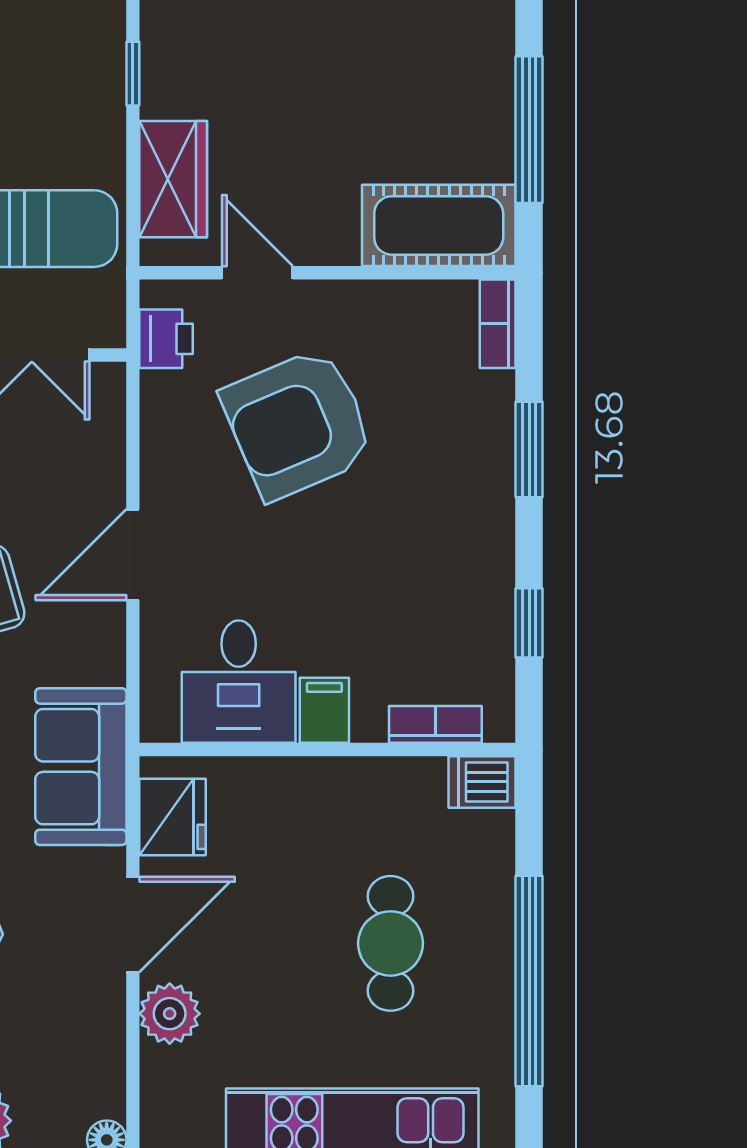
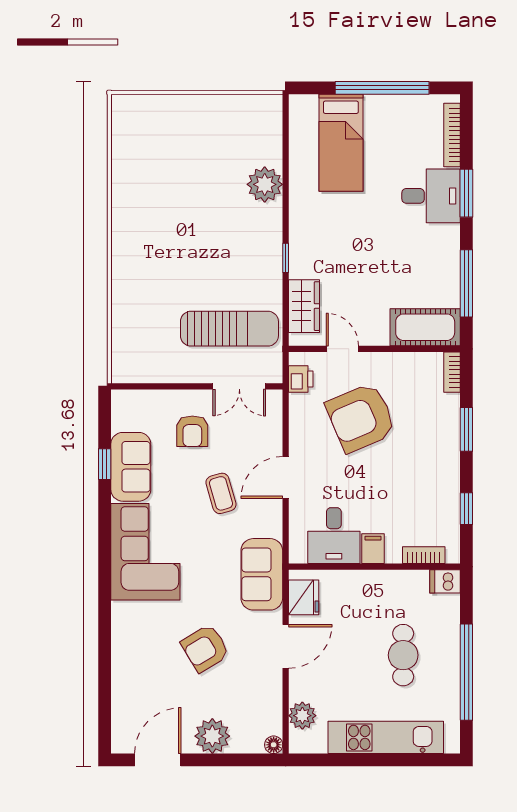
plant: (170, 1014) -> (302, 716), moved

